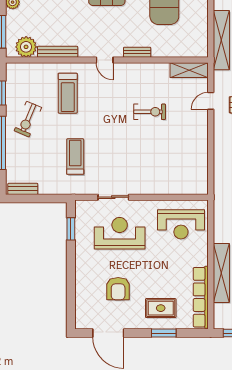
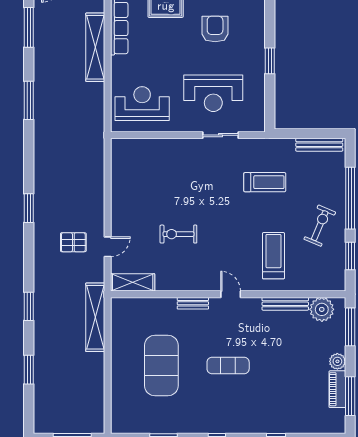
treadmill: (75, 157) -> (265, 182), turned -90
bench: (23, 189) -> (319, 145), width x1.36
window: (71, 229) -> (270, 61), moved

